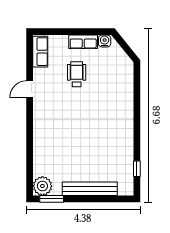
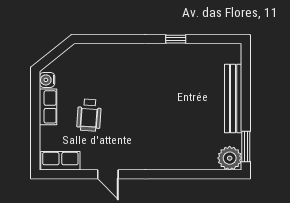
wheelchair: (77, 74) -> (89, 115), turned -86
window: (137, 169) -> (176, 39), moved

